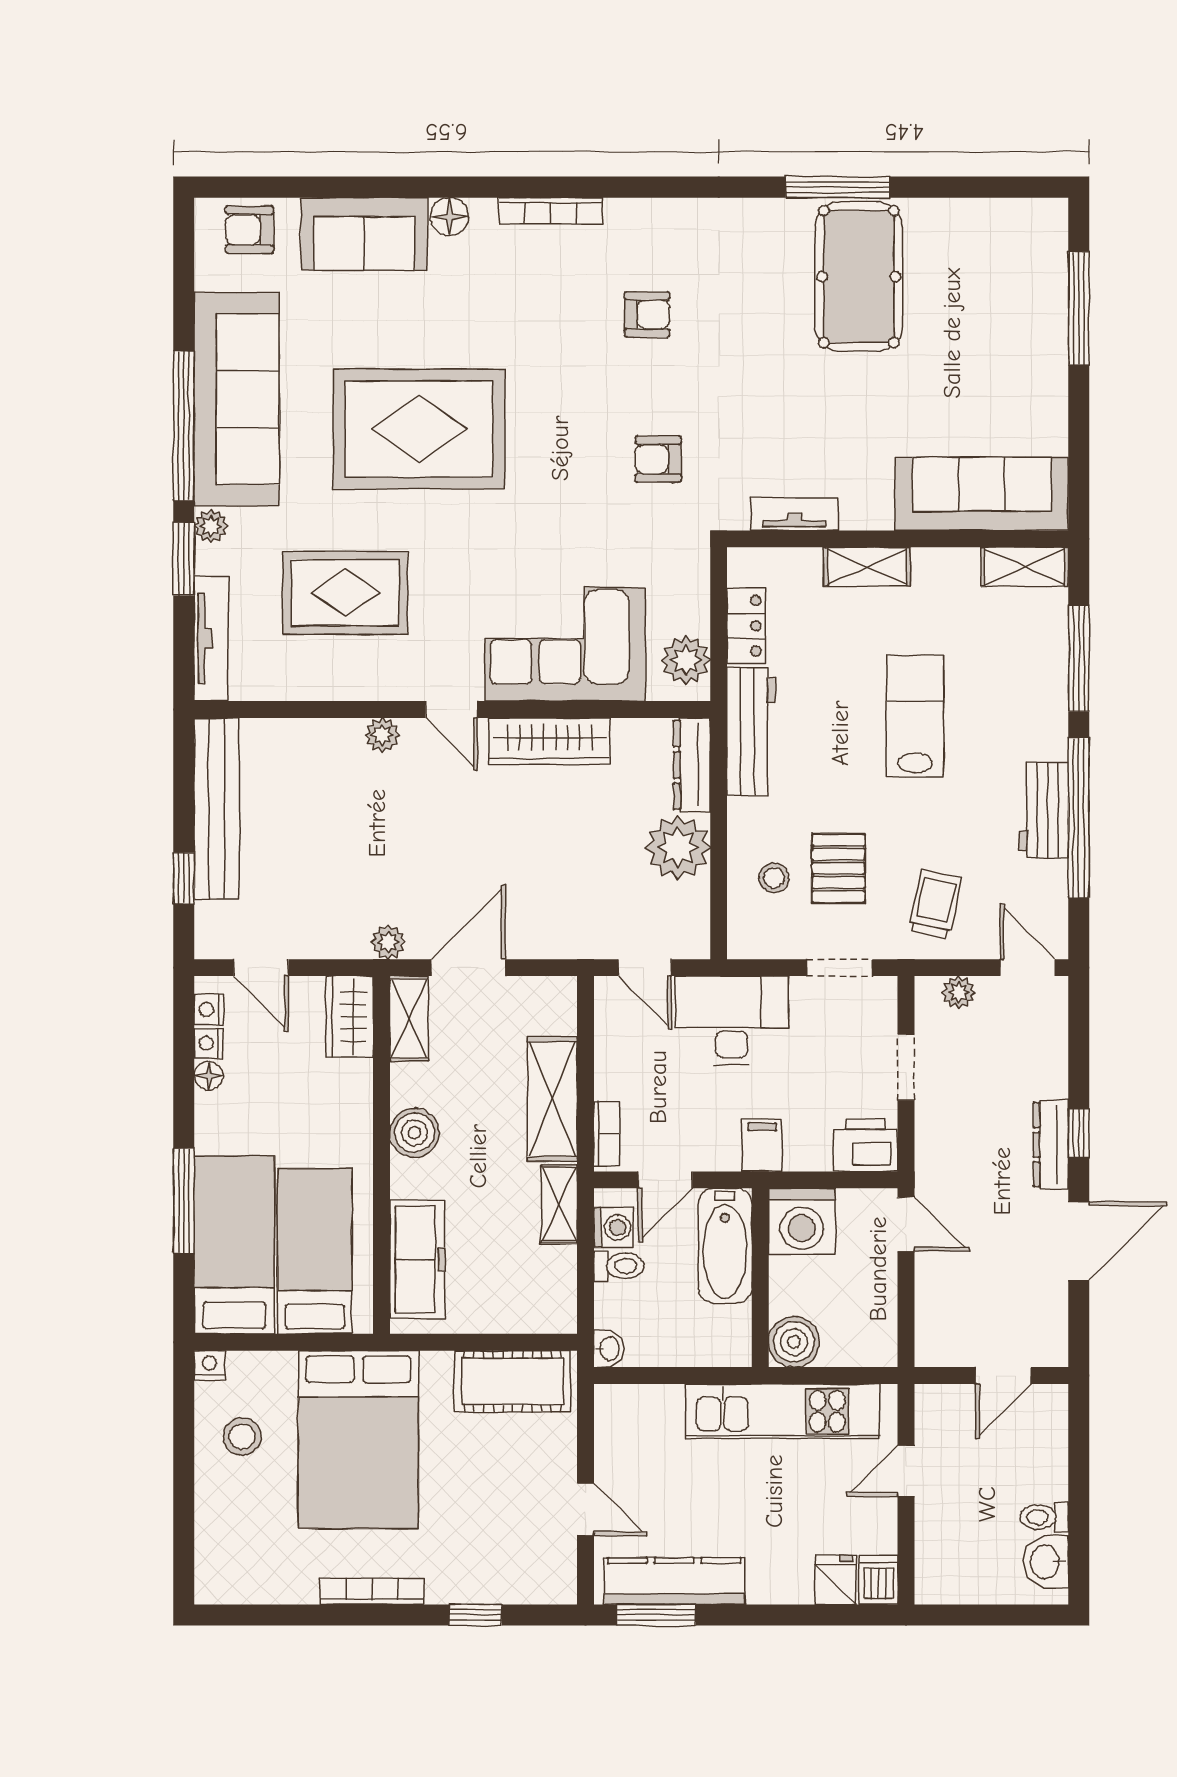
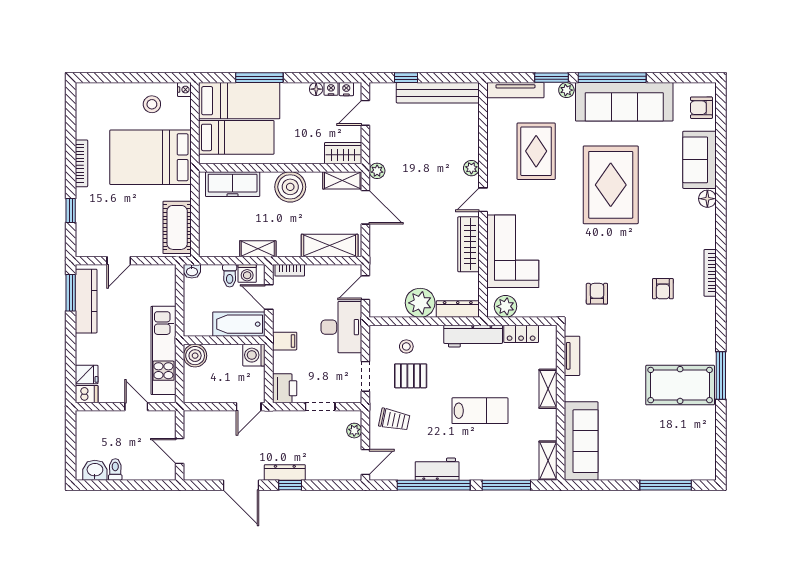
bookcase: (551, 211) -> (710, 273), moved
armchair: (250, 230) -> (701, 108), turned -90
shelving: (552, 1099) -> (330, 246), moved
boiler: (414, 1133) -> (290, 187), width x1.37, depth x1.37
washing machine: (802, 1221) -> (254, 355), width x0.73, depth x0.73

